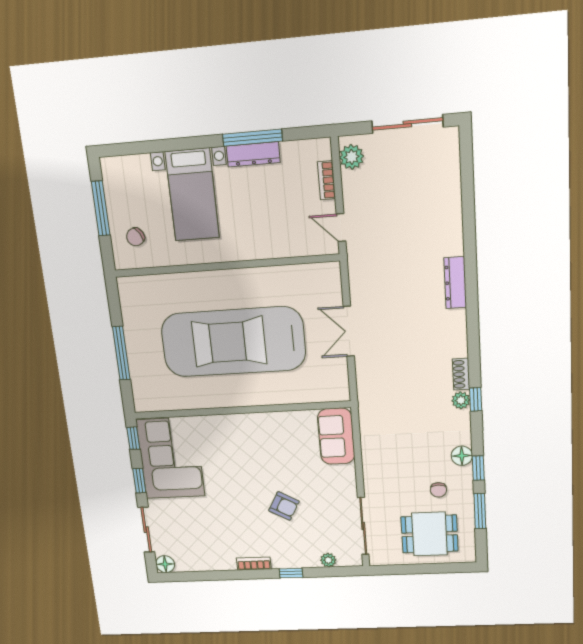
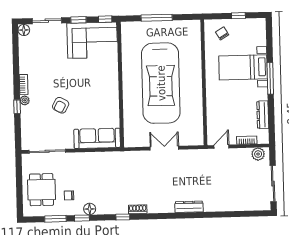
window: (252, 138) -> (270, 78), moved
dresser: (253, 154) -> (263, 115), moved
window: (101, 208) -> (238, 16), width x0.46
car: (233, 342) -> (161, 83), turned 180
plant: (461, 400) -> (123, 209), removed
sofa: (336, 436) -> (97, 138), width x1.36
plant: (328, 560) -> (25, 100), moved

